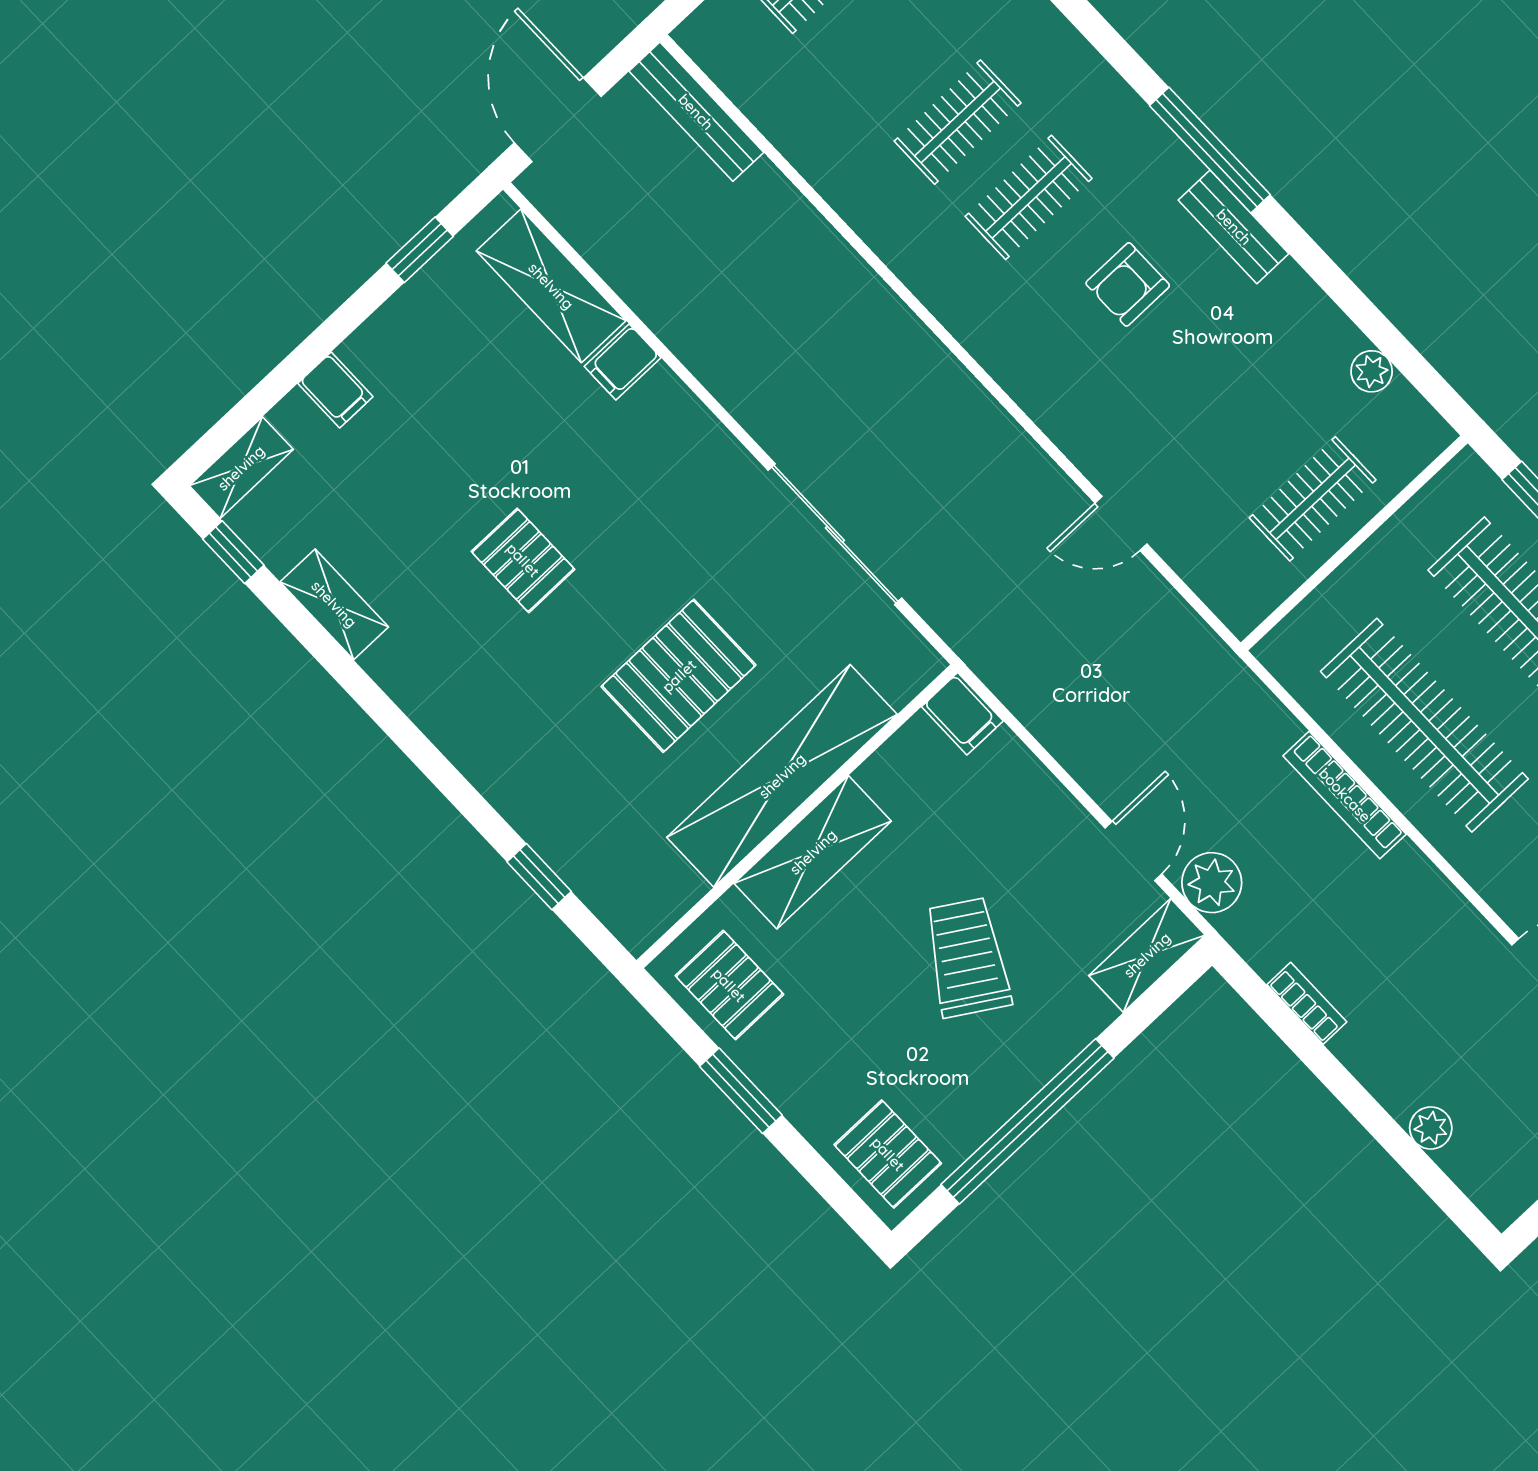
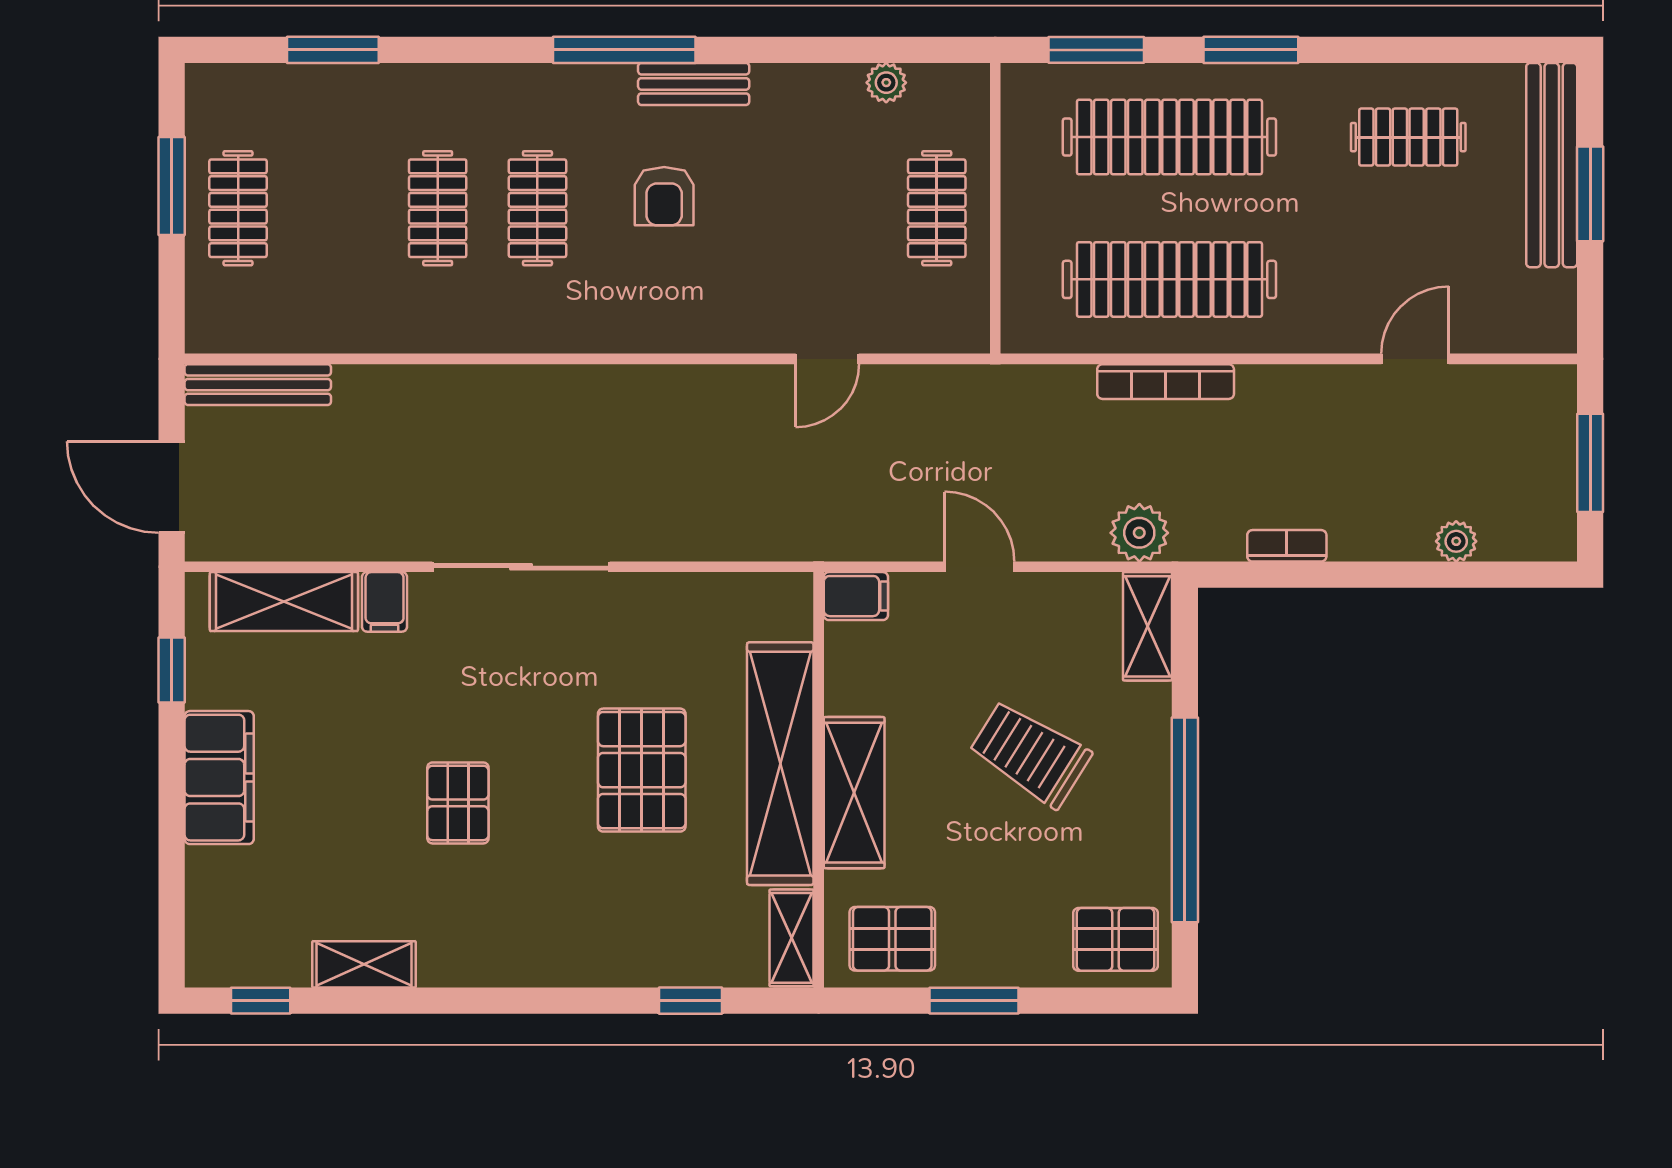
filing cabinet: (335, 390) -> (219, 778), width x3.00, depth x1.17
shelving: (241, 468) -> (792, 938), moved
sliding door: (835, 534) -> (521, 567), moved
pallet: (523, 560) -> (458, 803), turned 90
door: (1133, 851) -> (980, 567), moved

